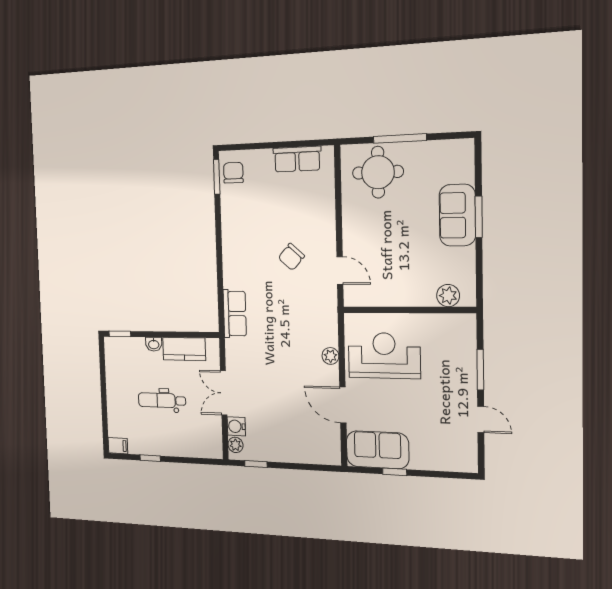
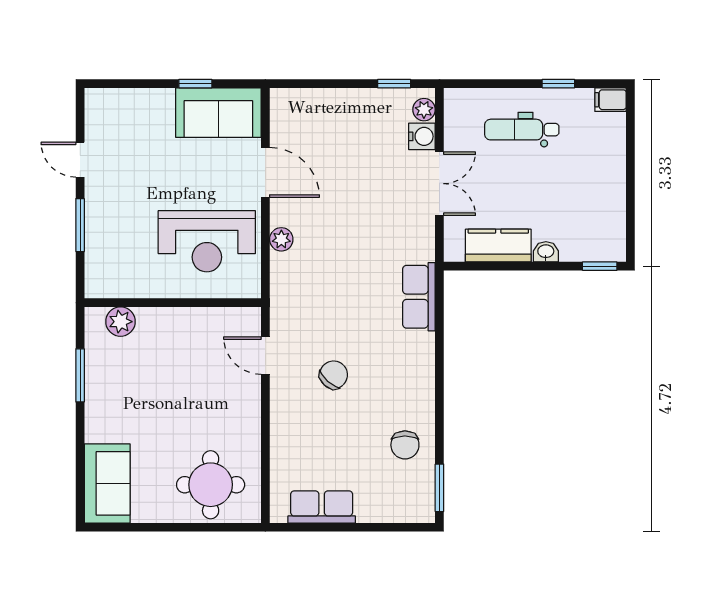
window: (400, 138) -> (181, 527), removed
chair: (233, 173) -> (405, 445), moved
sofa: (457, 215) -> (107, 483), moved
window: (479, 217) -> (80, 375), moved
dental chair: (162, 400) -> (522, 130), moved, turned 180

